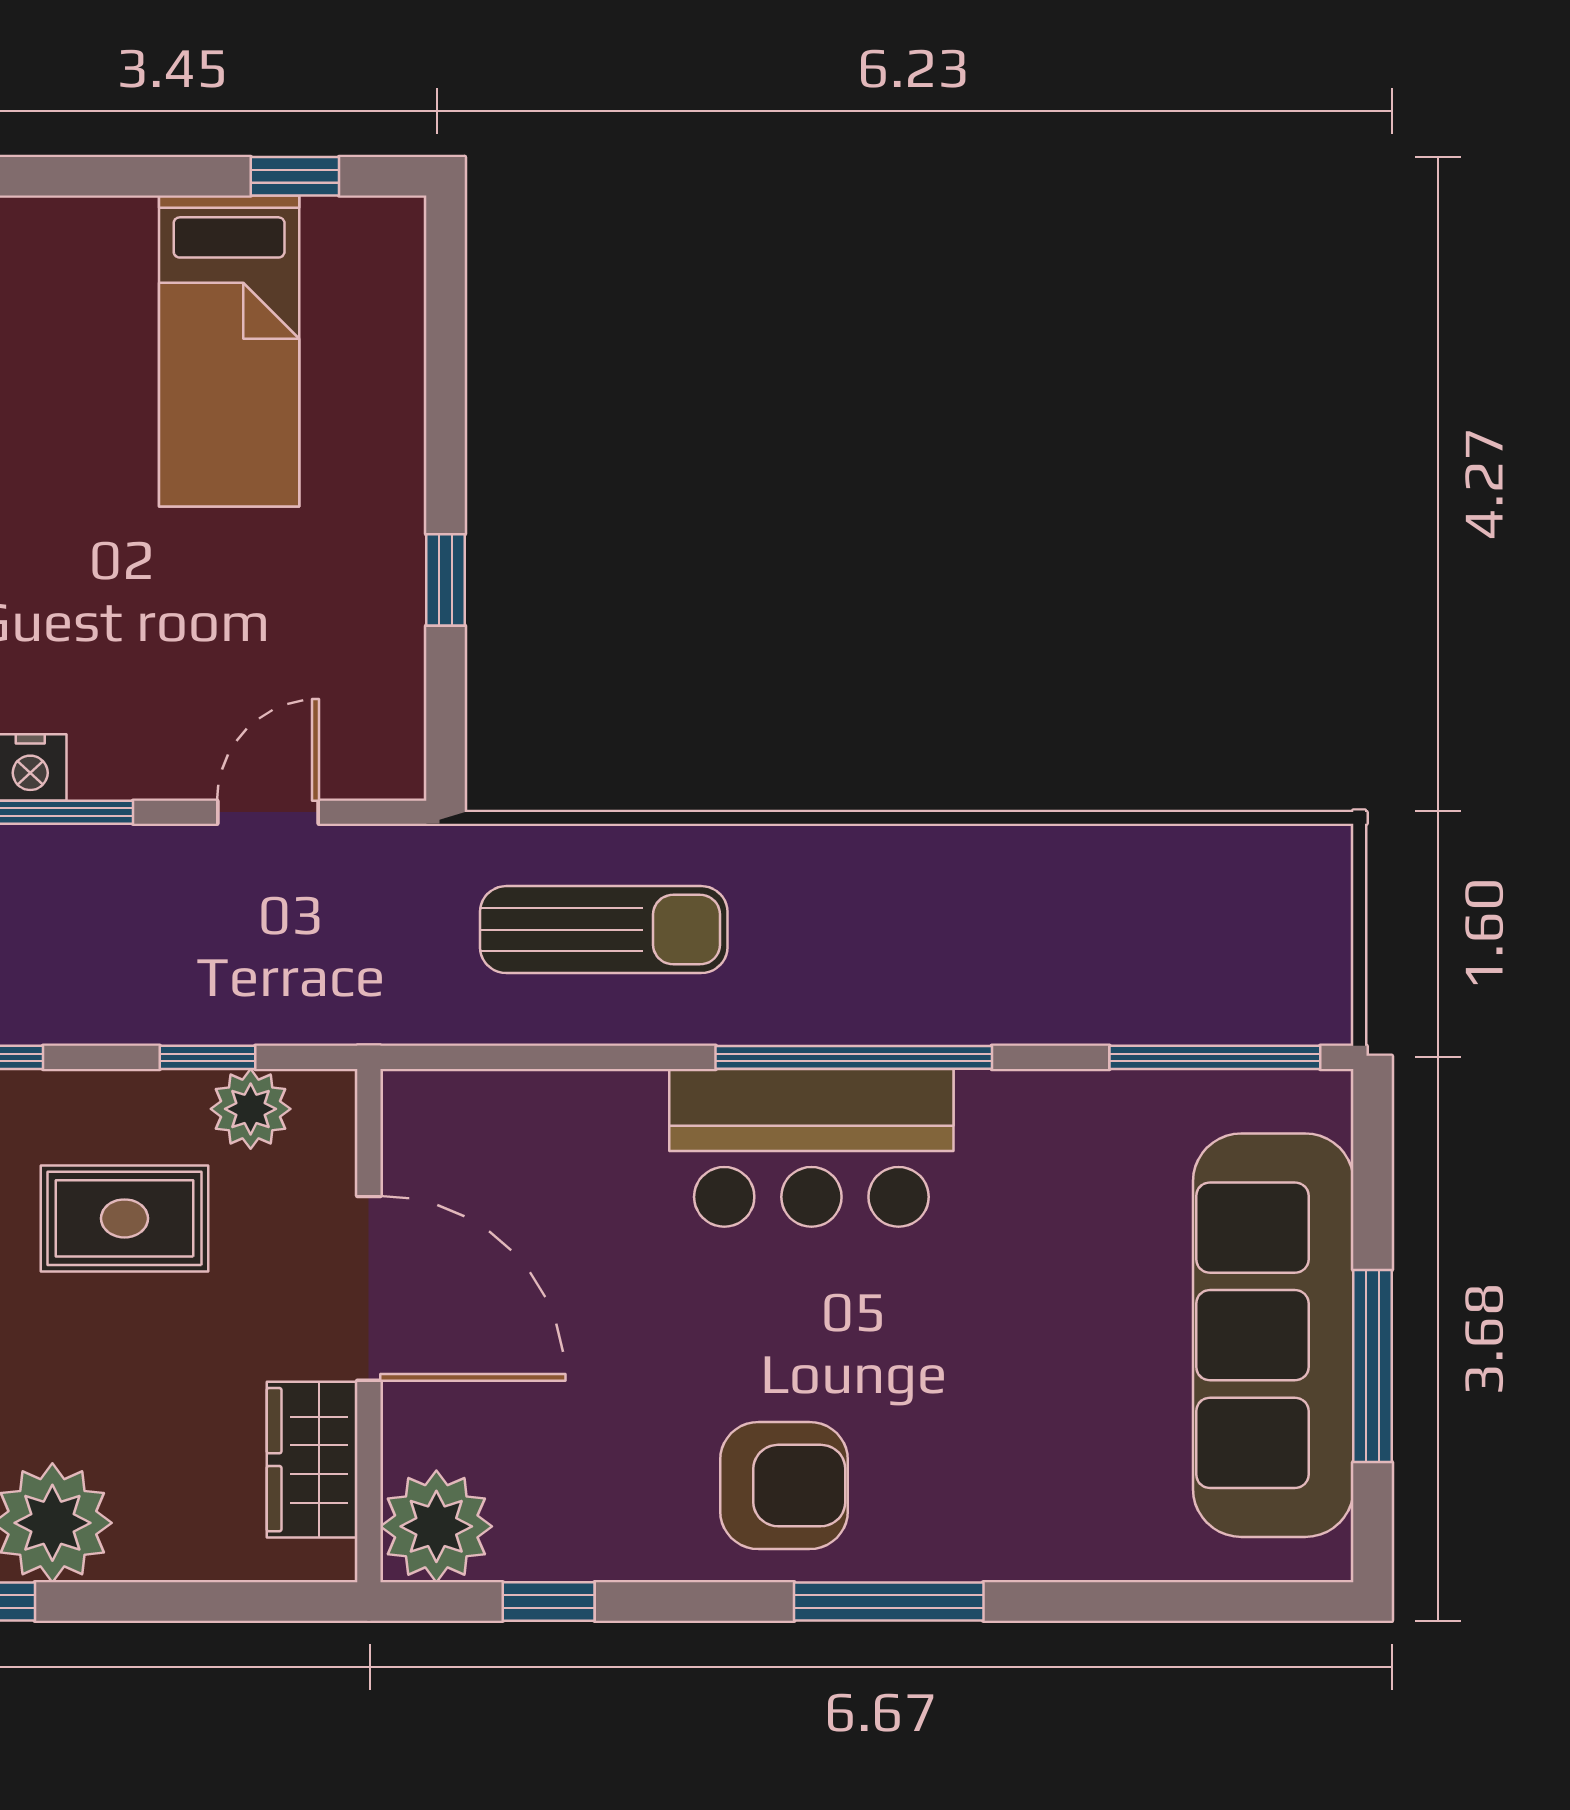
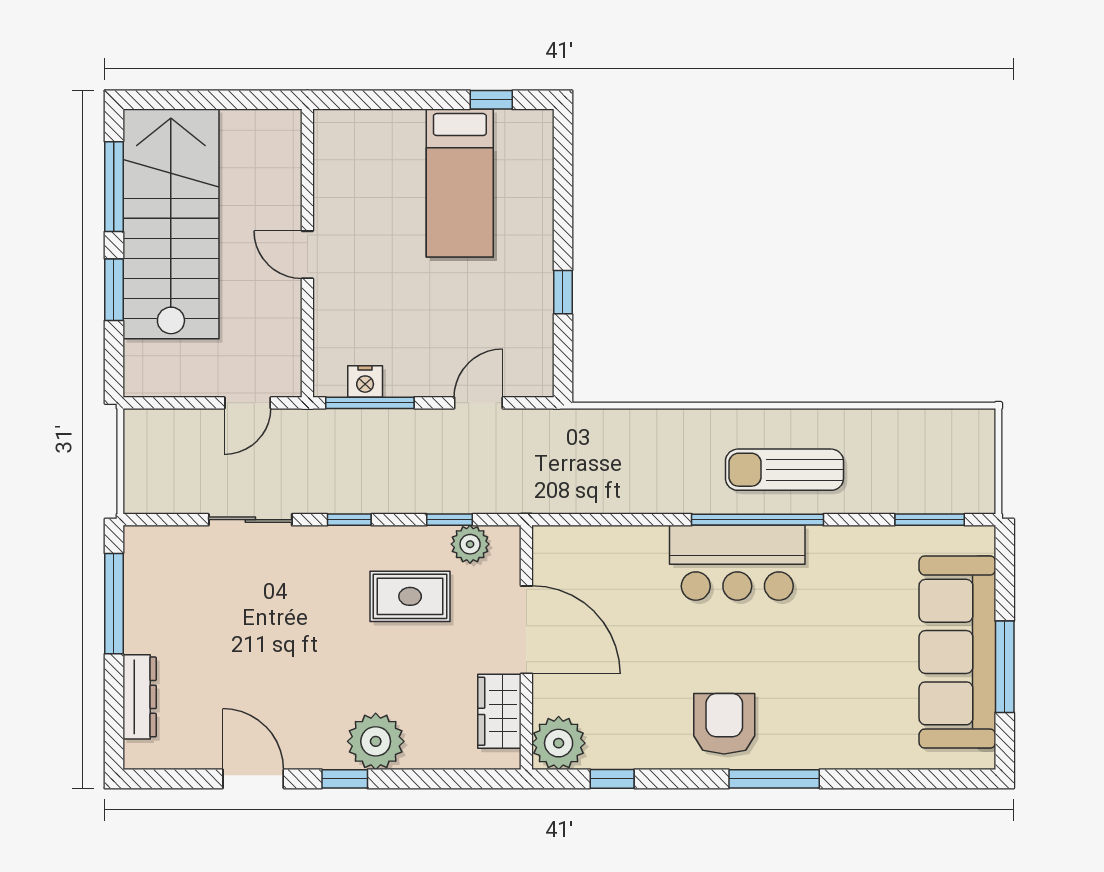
sun lounger: (604, 930) -> (784, 470), moved, turned 180
window: (1215, 1057) -> (930, 520), width x0.69
armchair: (784, 1486) -> (724, 724), turned -90

